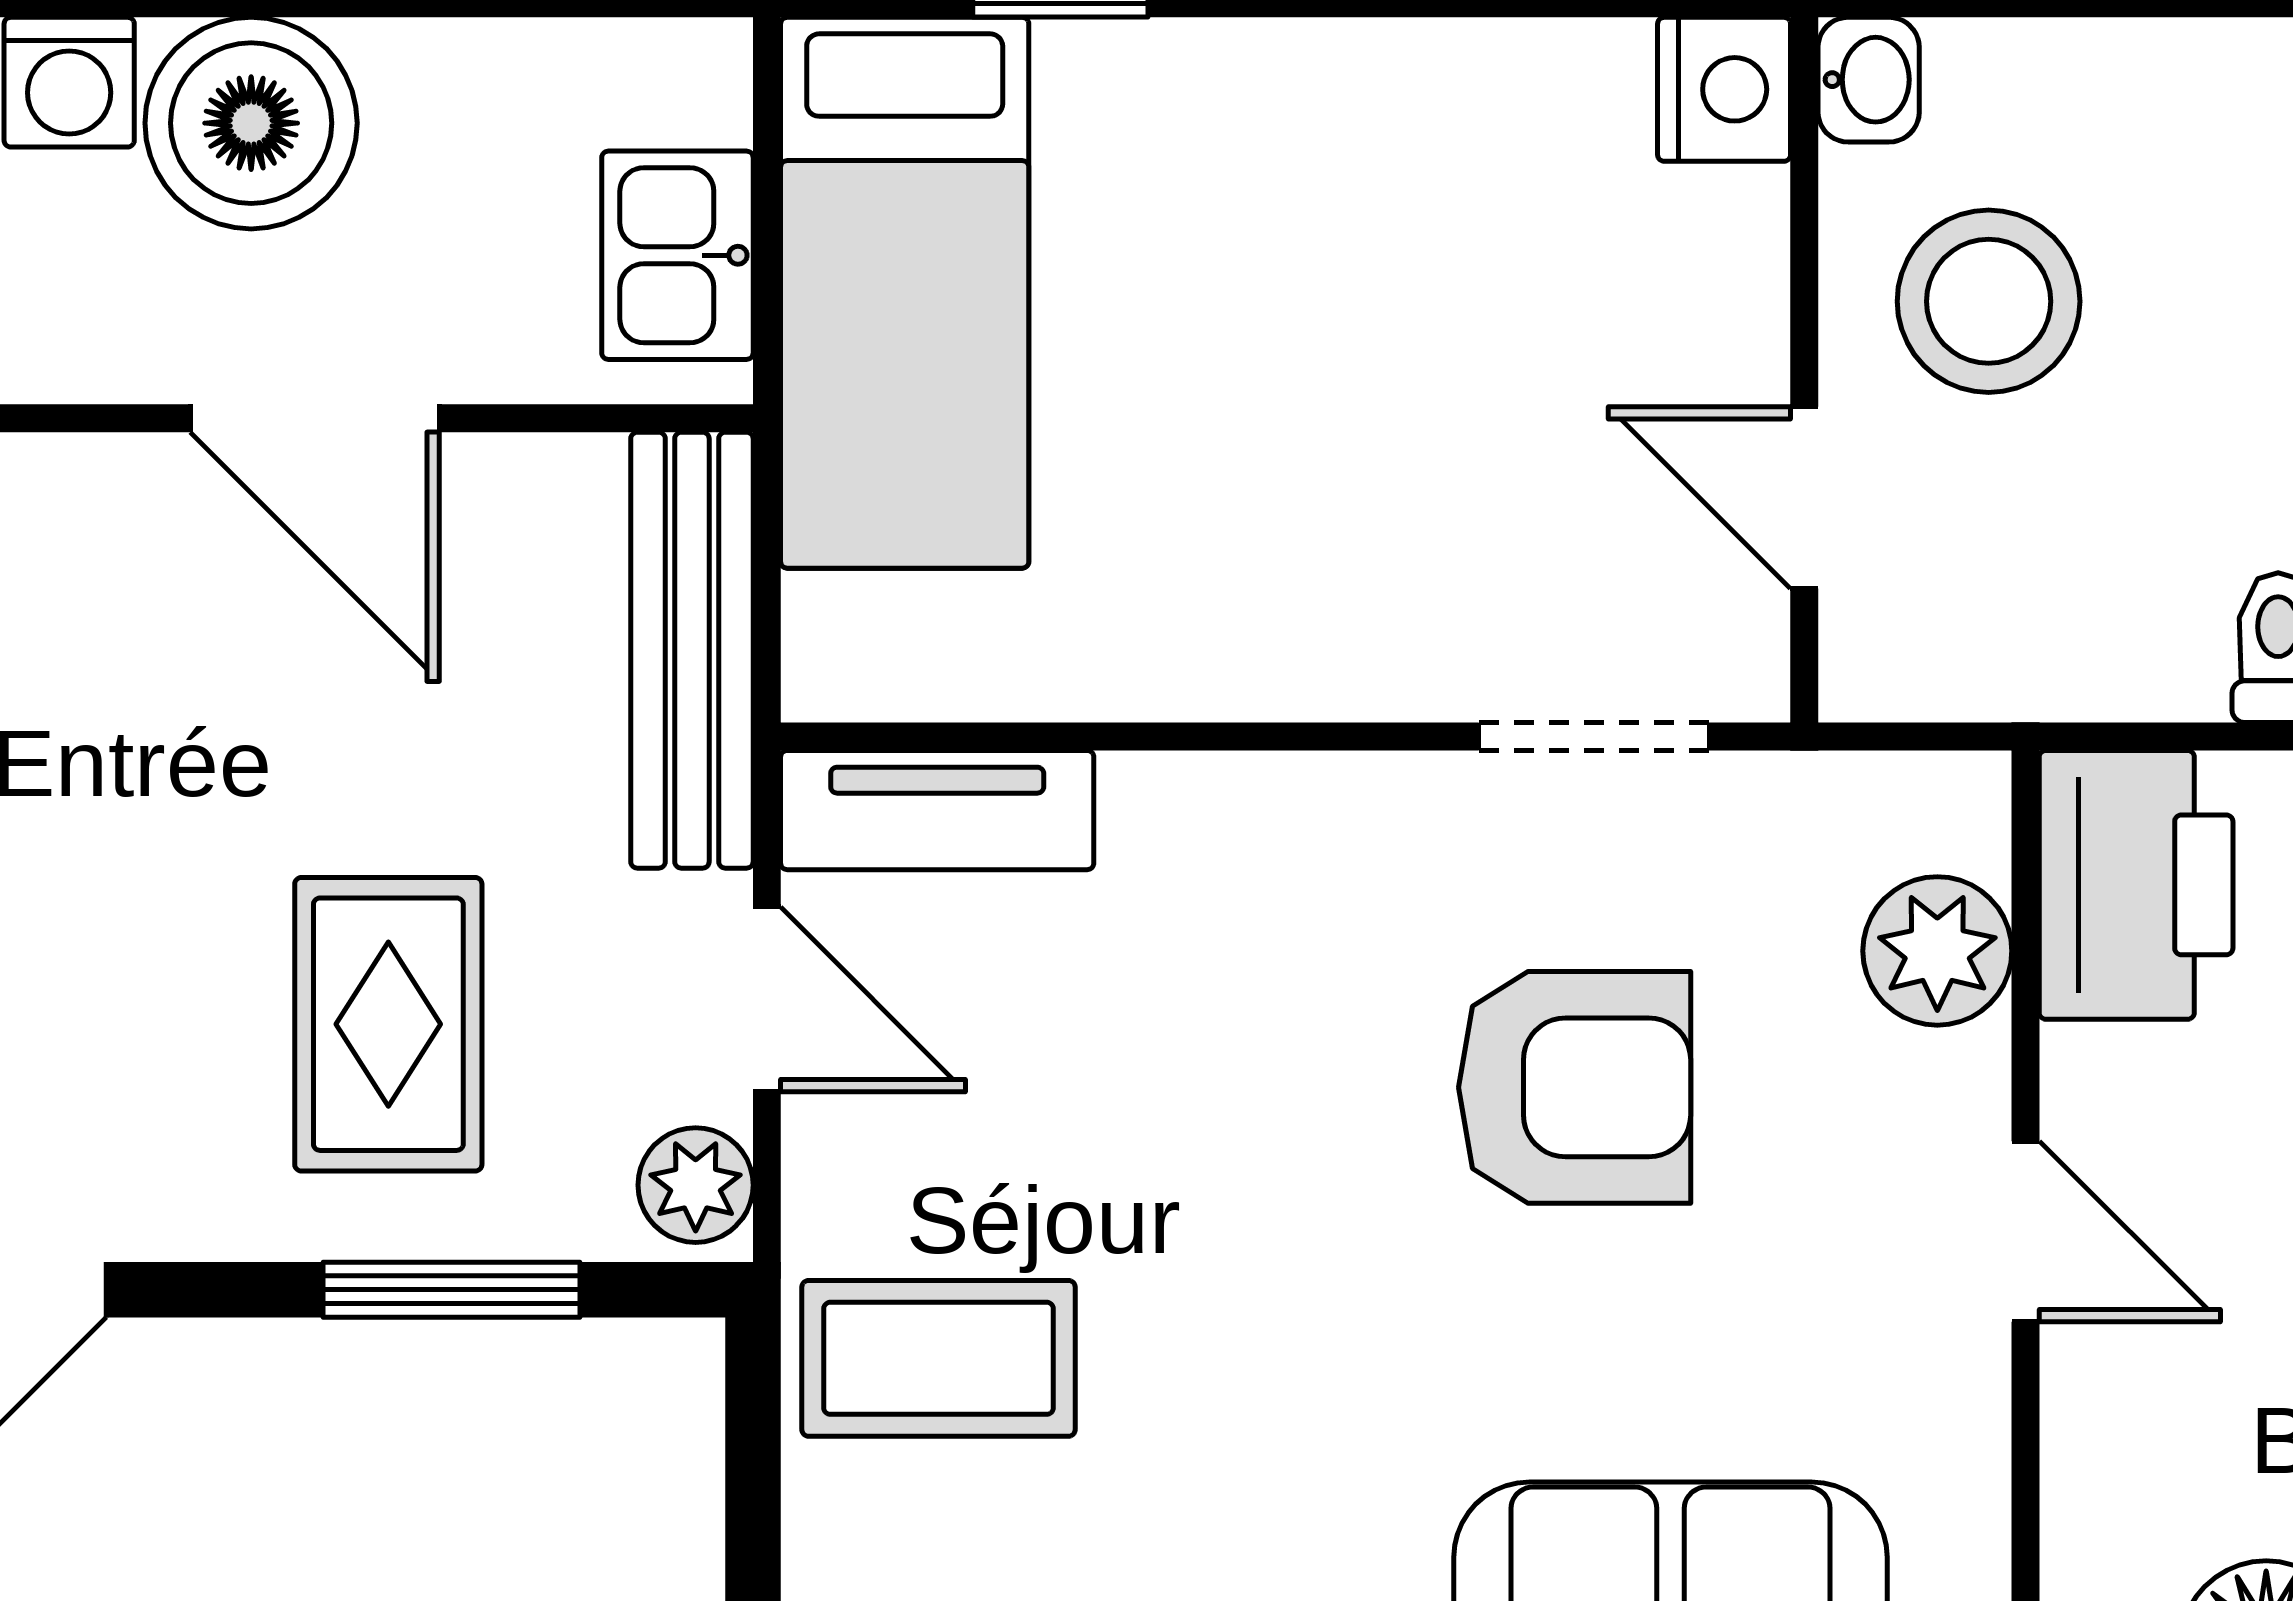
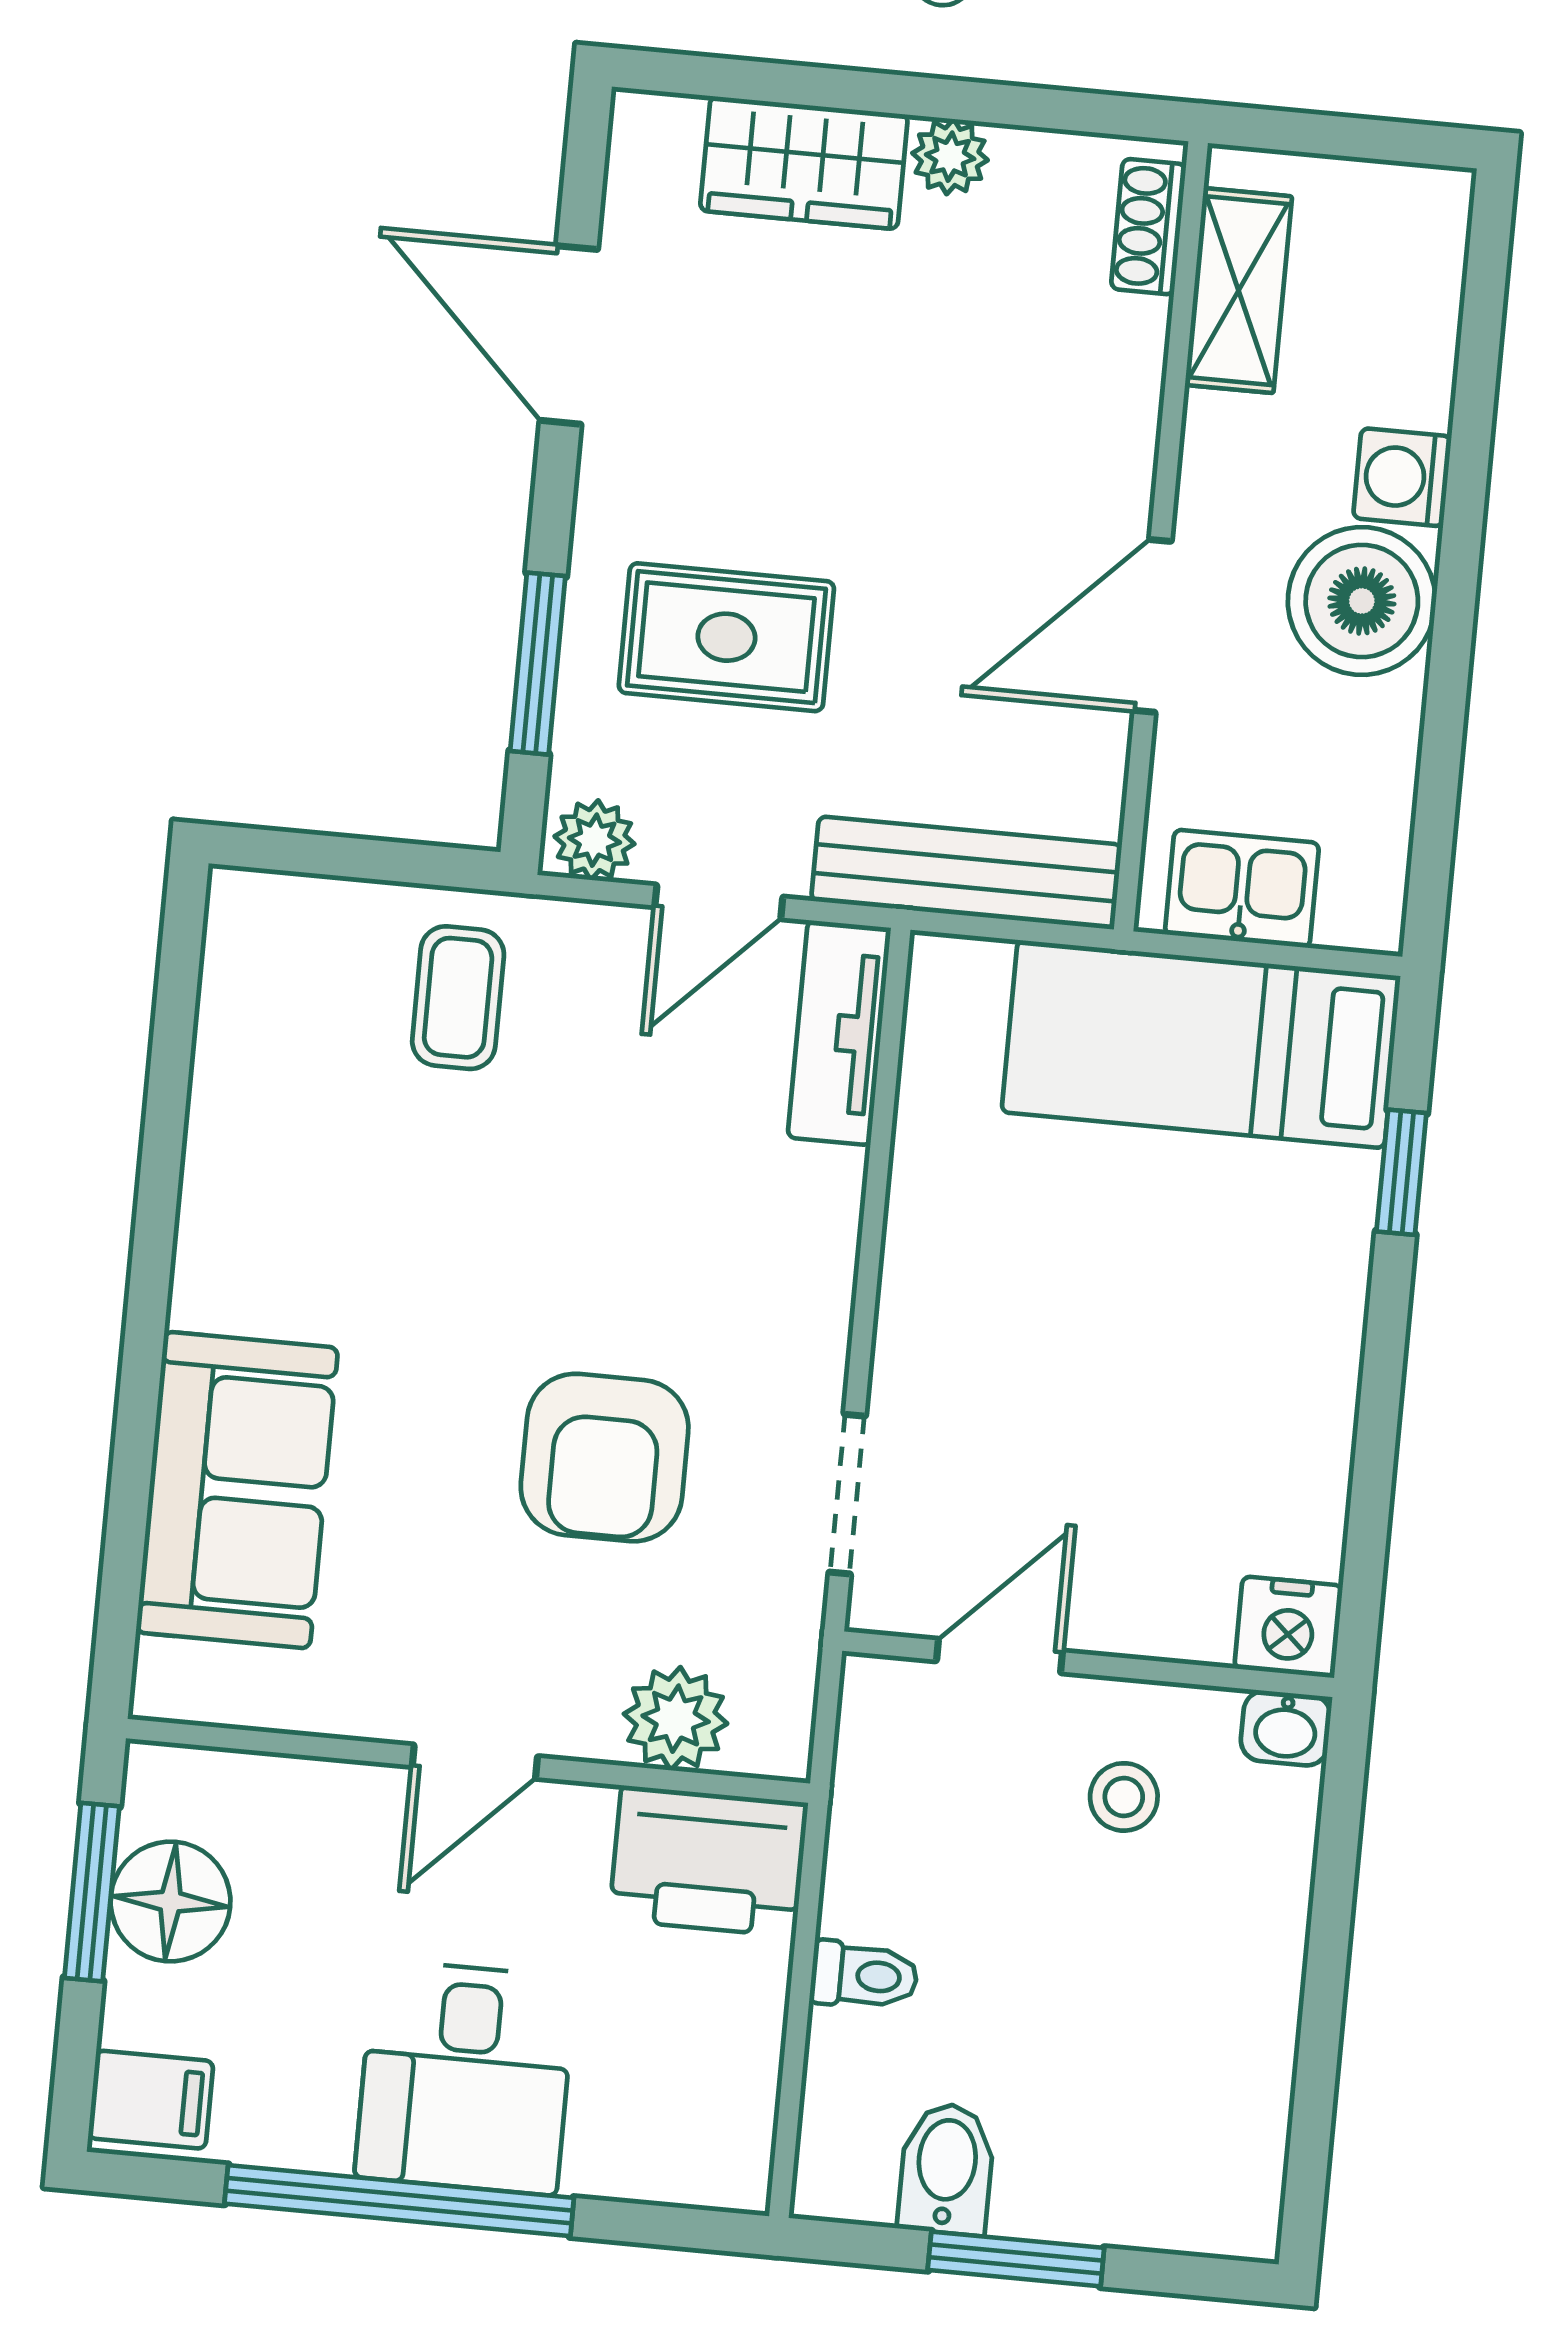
stool: (1989, 301) -> (1124, 1797), width x0.53, depth x0.53
coffee table: (939, 1358) -> (458, 998), width x0.73, depth x0.77

